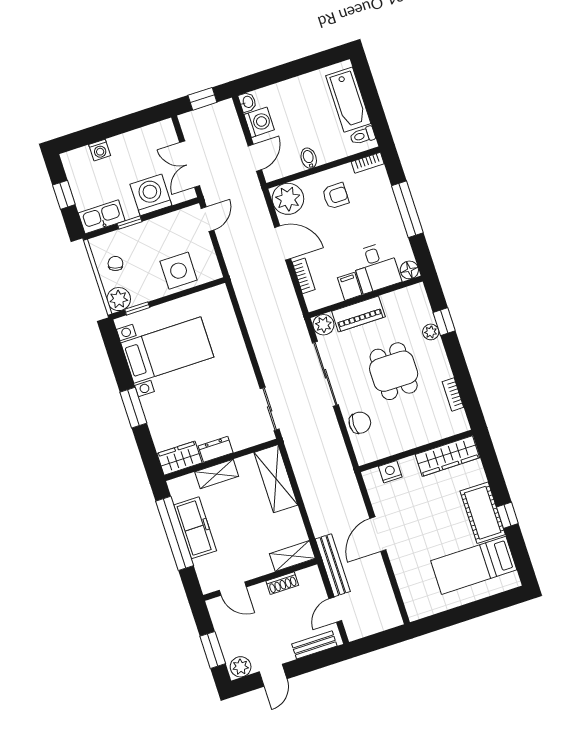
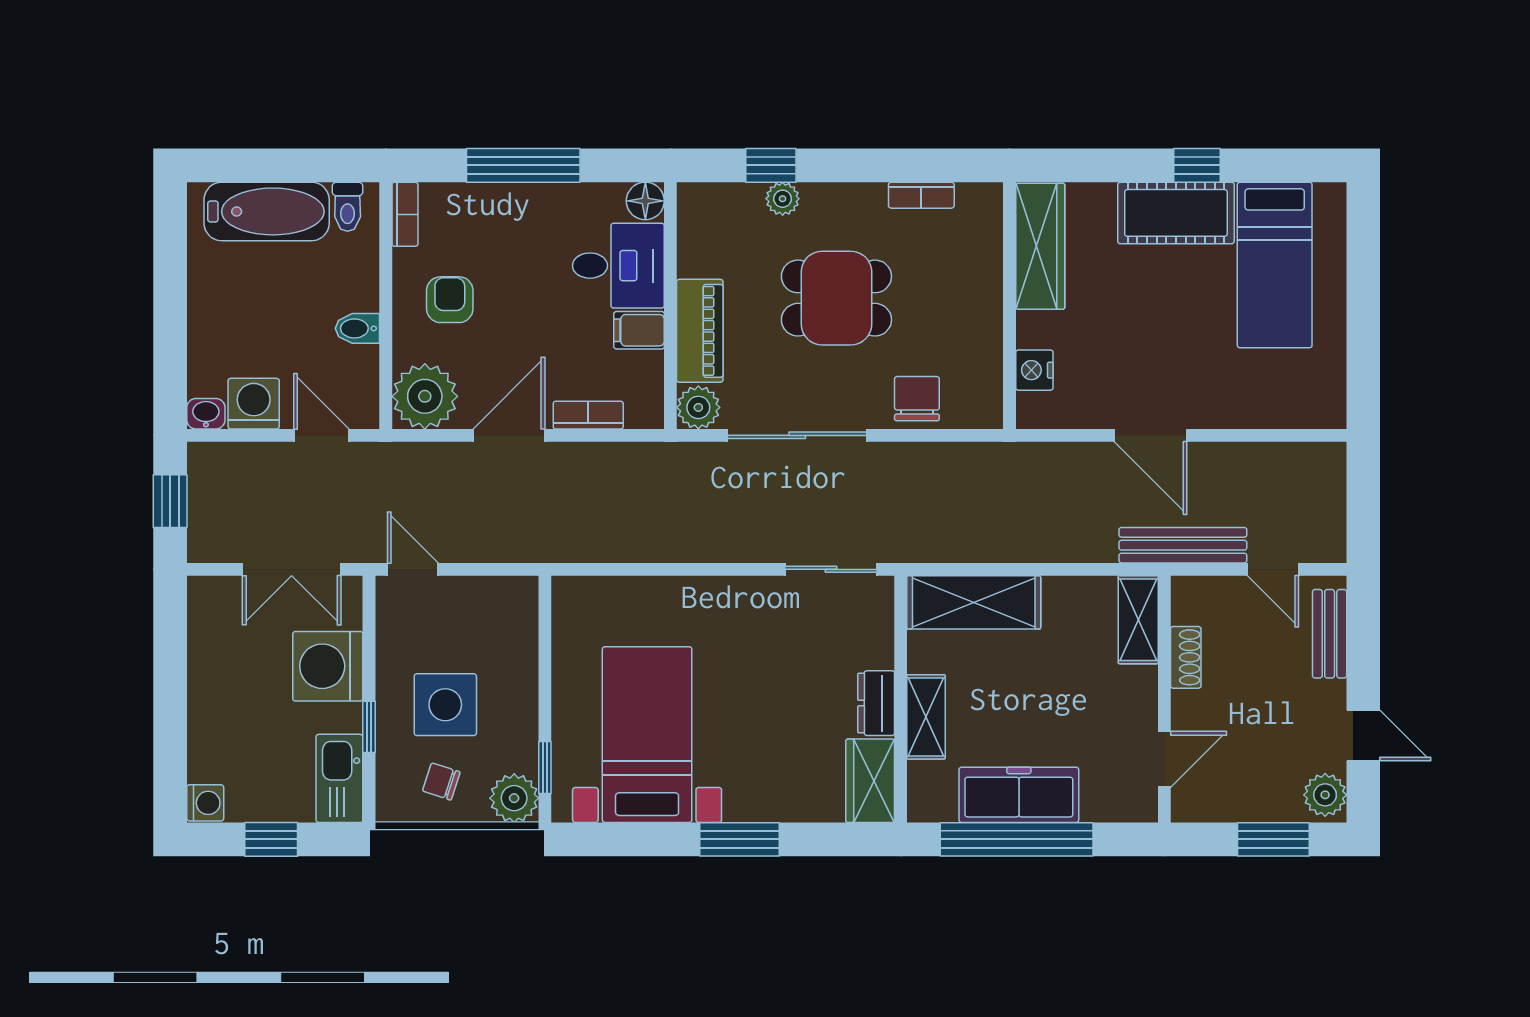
washing machine: (100, 150) -> (205, 803), moved
side table: (179, 271) -> (445, 705), moved

